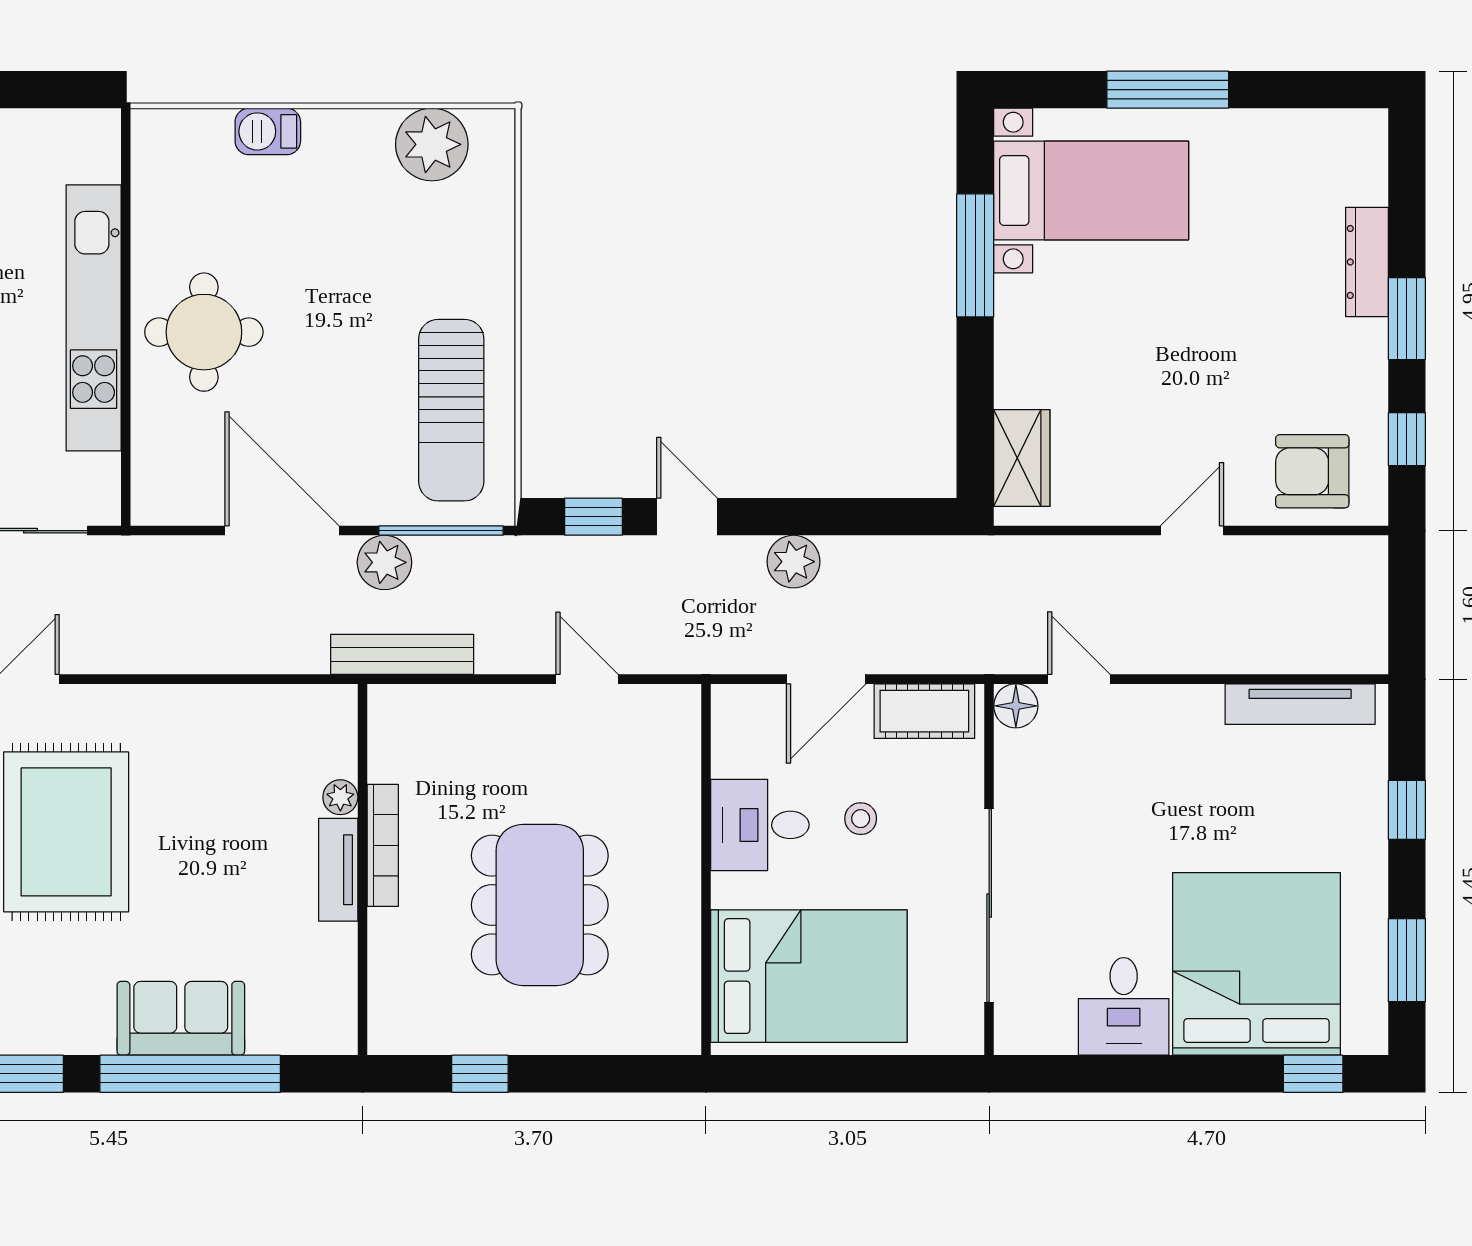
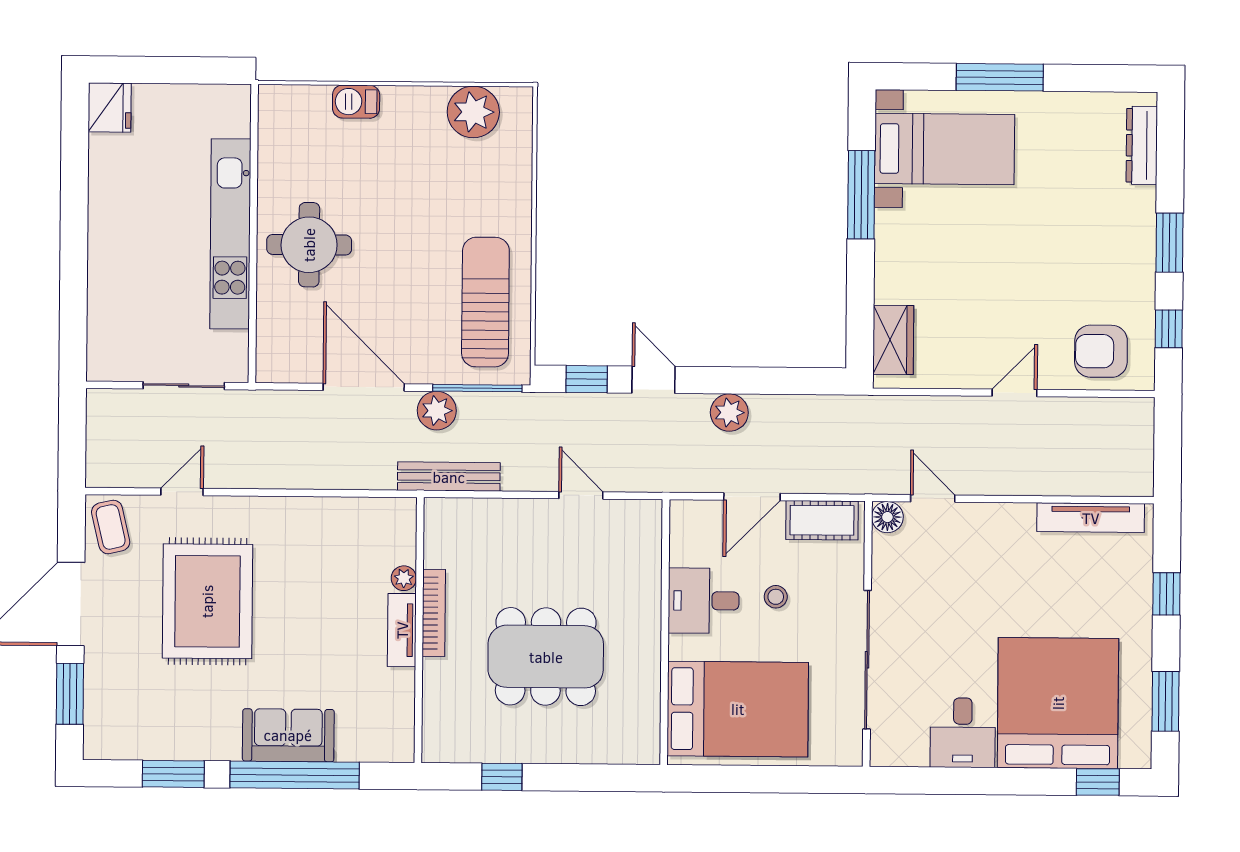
dresser: (1367, 262) -> (1142, 145), moved
sun lounger: (451, 410) -> (485, 302), turned 180
dining table: (540, 905) -> (546, 657), turned 90

